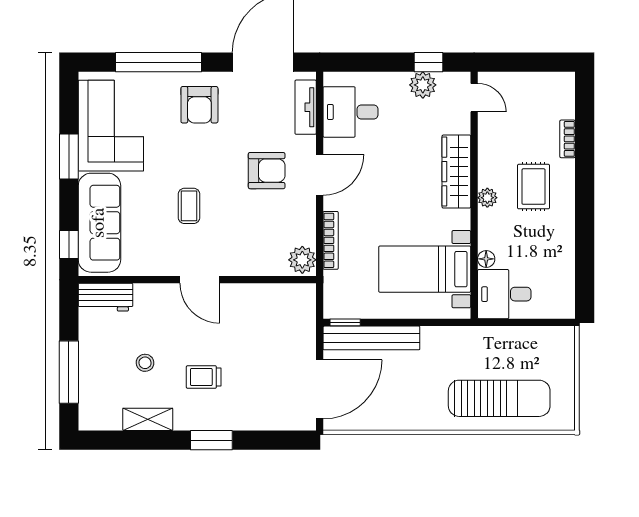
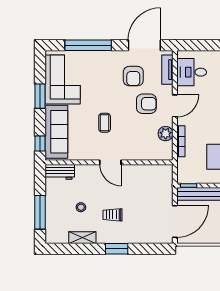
armchair: (199, 105) -> (133, 76), moved
plant: (302, 260) -> (166, 134), moved

